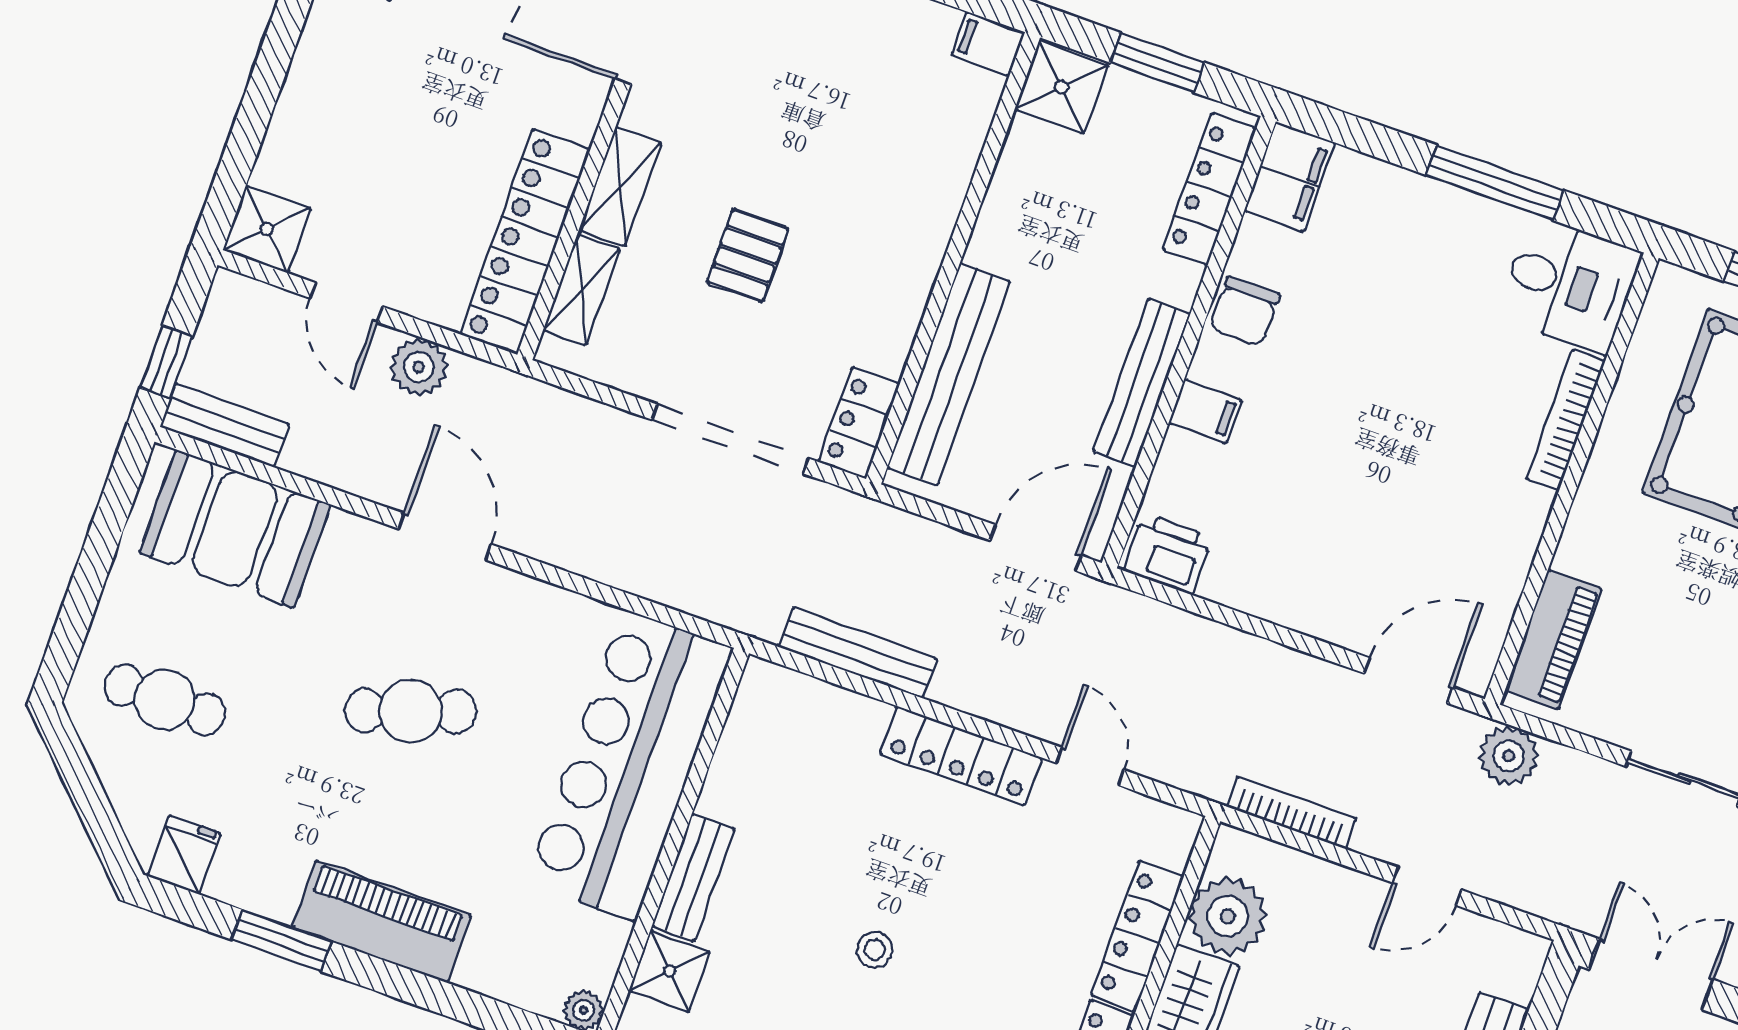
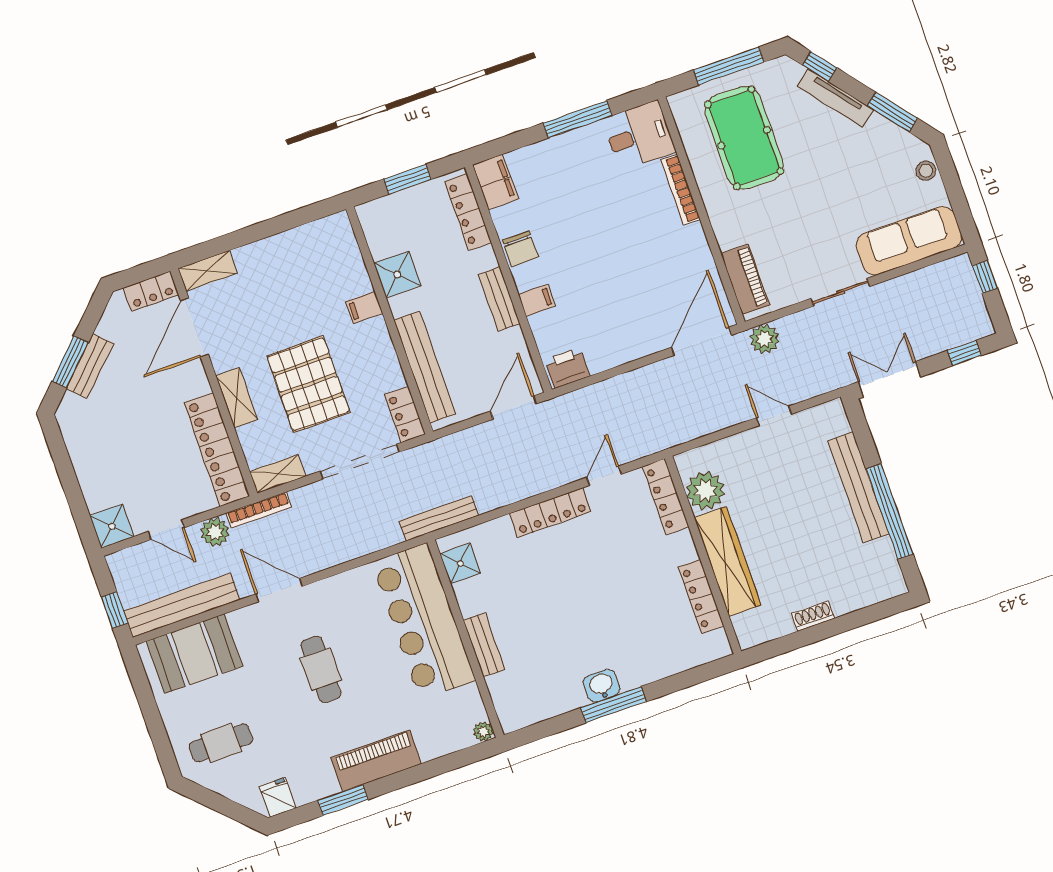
filing cabinet: (988, 44) -> (364, 307), moved
shower: (1061, 87) -> (397, 275), moved
pallet: (748, 255) -> (308, 384), width x2.05, depth x2.00
shelving: (582, 290) -> (278, 474), moved, turned 90
bench: (1142, 383) -> (499, 299), width x0.73
bench: (225, 425) -> (182, 605), width x1.86, depth x1.21
bench: (858, 653) -> (439, 518), moved
door: (1408, 681) -> (701, 341), width x1.36
cafe table: (411, 711) -> (321, 669), turned -71
door: (1090, 766) -> (604, 476), hinge flipped
bookcase: (1291, 813) -> (259, 510), moved, turned 180
door: (1427, 886) -> (774, 416), swing flipped
locker: (1138, 936) -> (666, 497), moved
stool: (875, 950) -> (578, 616), removed
shower: (670, 971) -> (460, 564), moved

